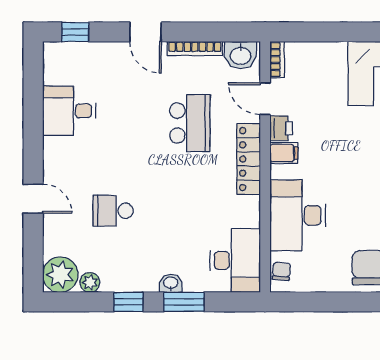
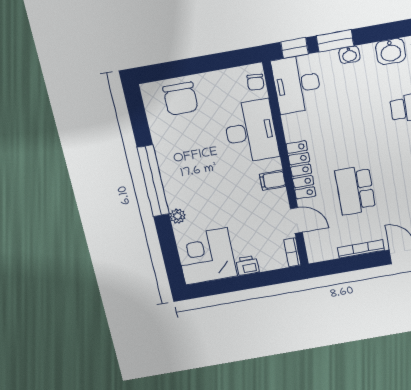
washbasin: (241, 55) -> (391, 52), moved, turned 180
printer: (281, 128) -> (247, 266), moved, turned 90
window: (128, 302) -> (294, 48), moved

